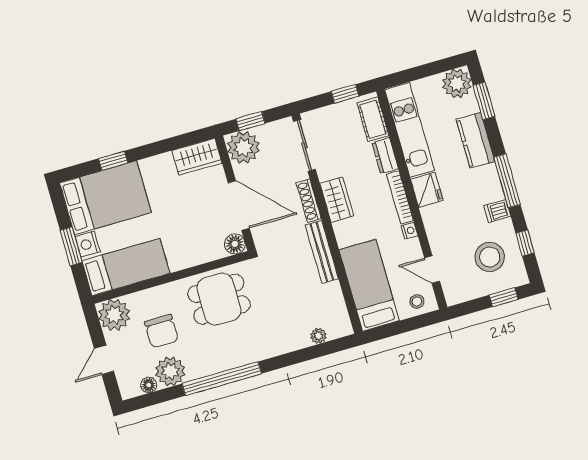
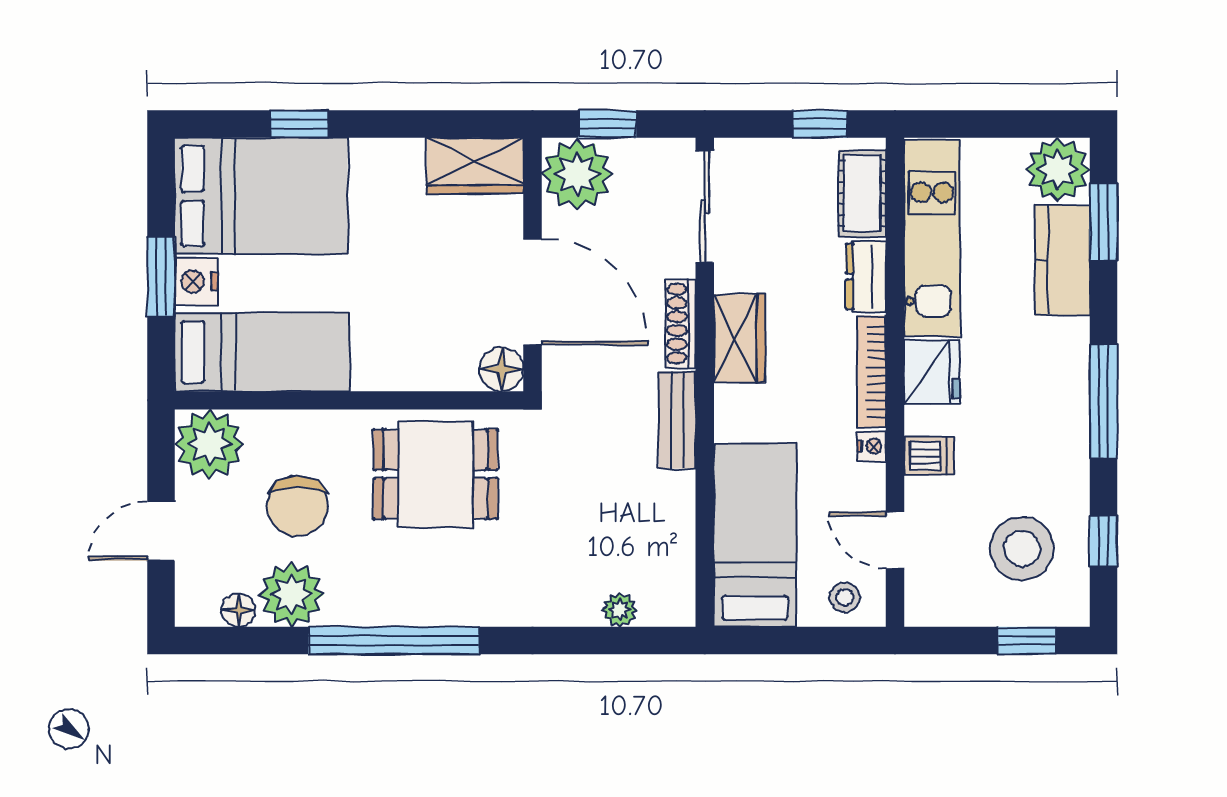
kitchen counter: (475, 140) -> (1062, 260), moved
dishwasher: (497, 211) -> (929, 456), moved, turned 180
bench: (322, 252) -> (677, 420), width x0.73

